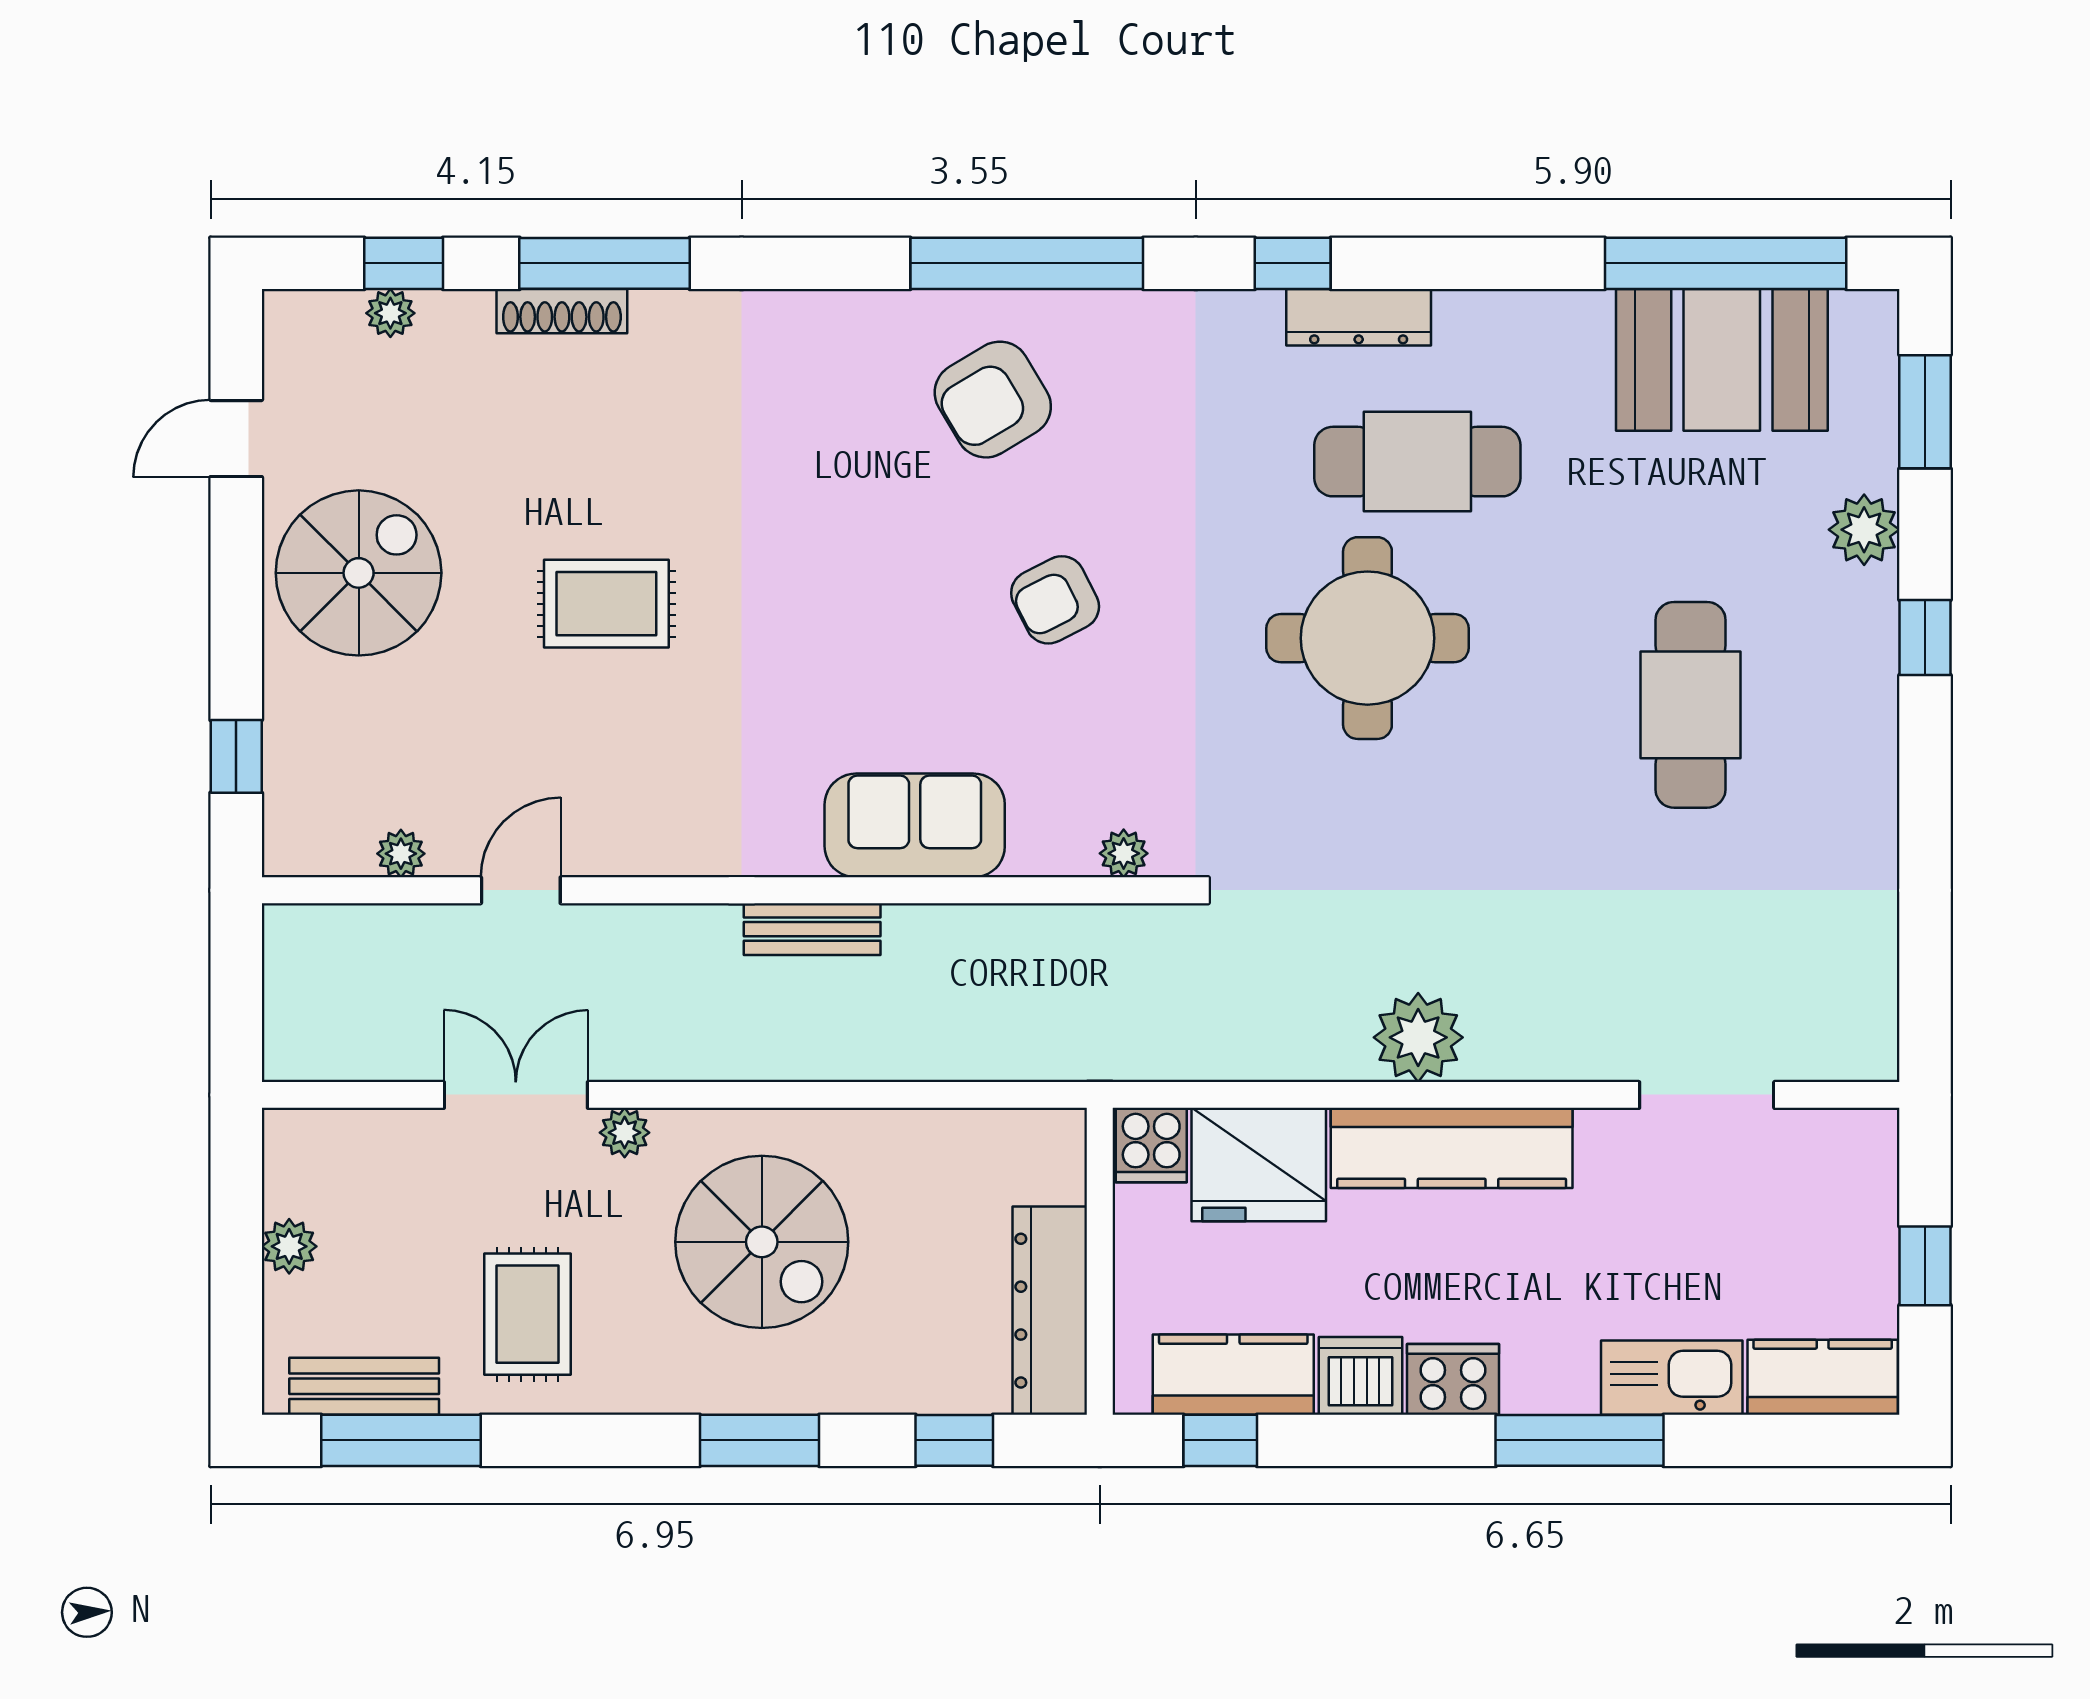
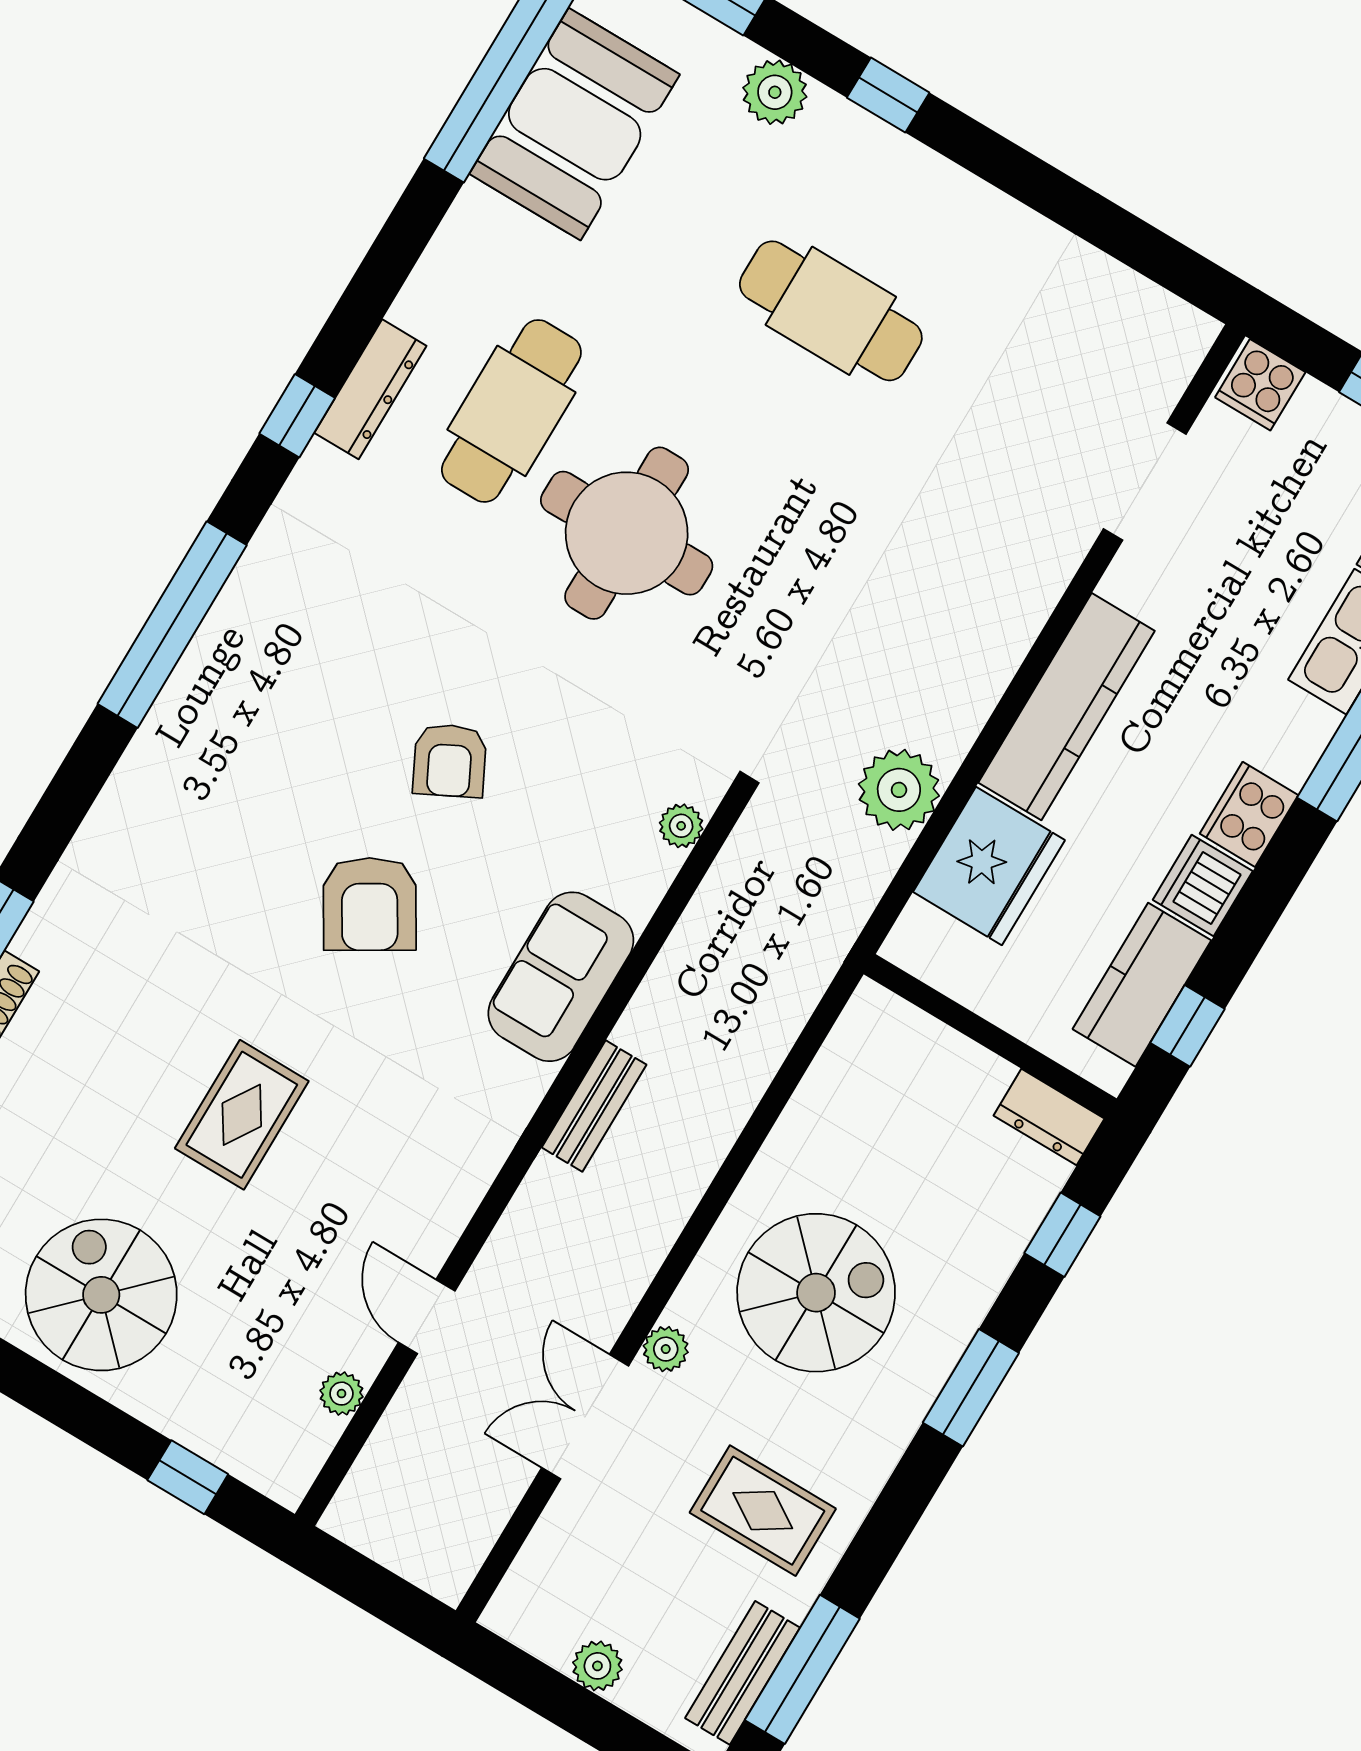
armchair: (993, 400) -> (370, 904), moved
plant: (1418, 1037) -> (899, 790), moved
cooker: (1151, 1145) -> (1260, 385), moved, turned 90
dresser: (1050, 1311) -> (1049, 1117), width x0.51, depth x0.80

